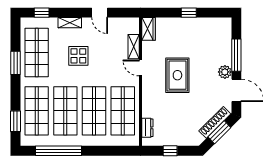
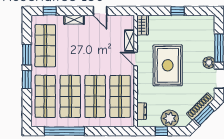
display table: (78, 56) -> (82, 49), removed
rug: (177, 75) -> (168, 65), width x1.37, depth x1.44
window: (15, 121) -> (27, 80), moved
plant: (180, 136) -> (170, 118), added

